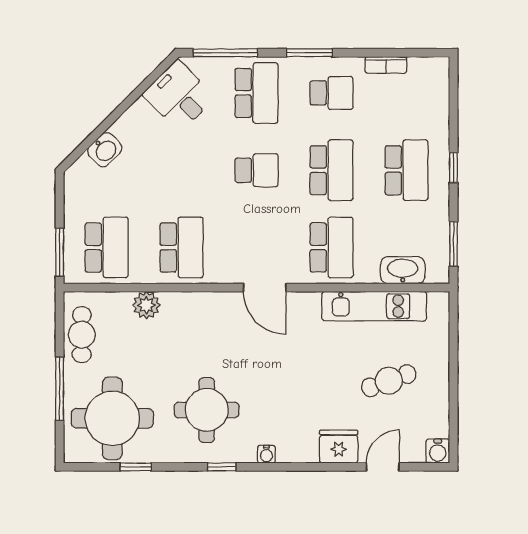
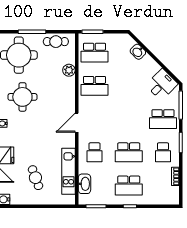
school desk: (257, 170) -> (129, 119), removed
school desk: (332, 247) -> (95, 152), width x0.54

